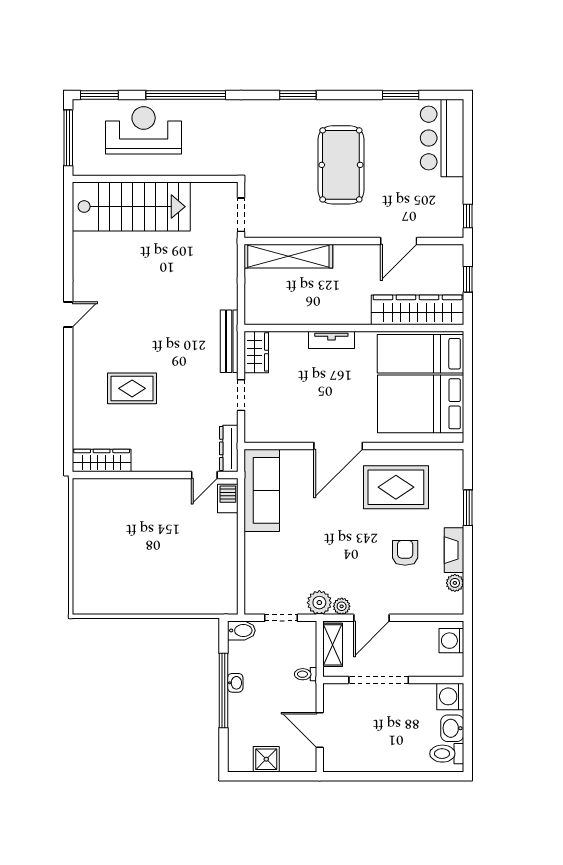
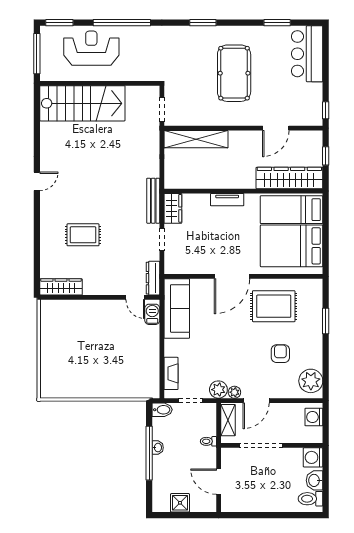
door: (204, 475) -> (135, 297), hinge flipped
fireplace: (454, 550) -> (171, 373), moved, turned 180
plant: (455, 583) -> (311, 381), width x1.87, depth x1.87

